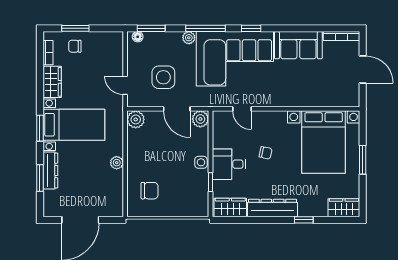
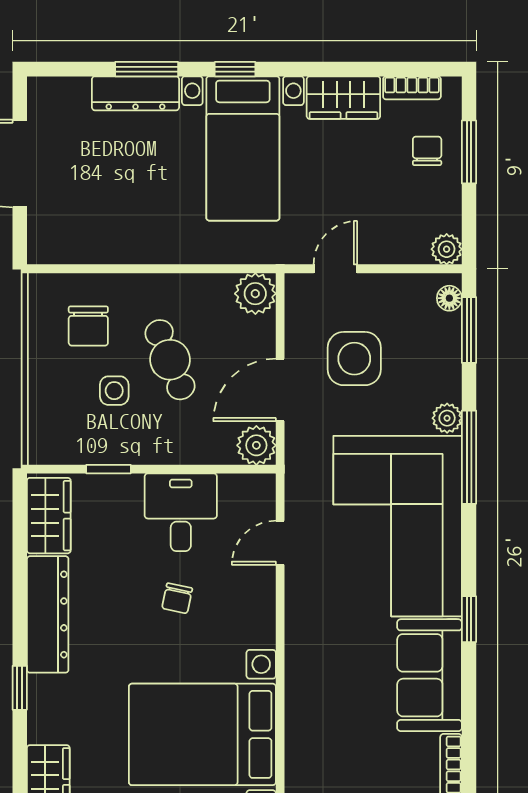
window: (251, 28) -> (469, 619), moved
window: (40, 128) -> (235, 69), width x0.67
cafe table: (164, 156) -> (170, 360), added
side table: (201, 162) -> (114, 391), moved
plant: (117, 163) -> (447, 249), moved
desk: (229, 164) -> (181, 512), moved
window: (40, 178) -> (147, 69), moved

